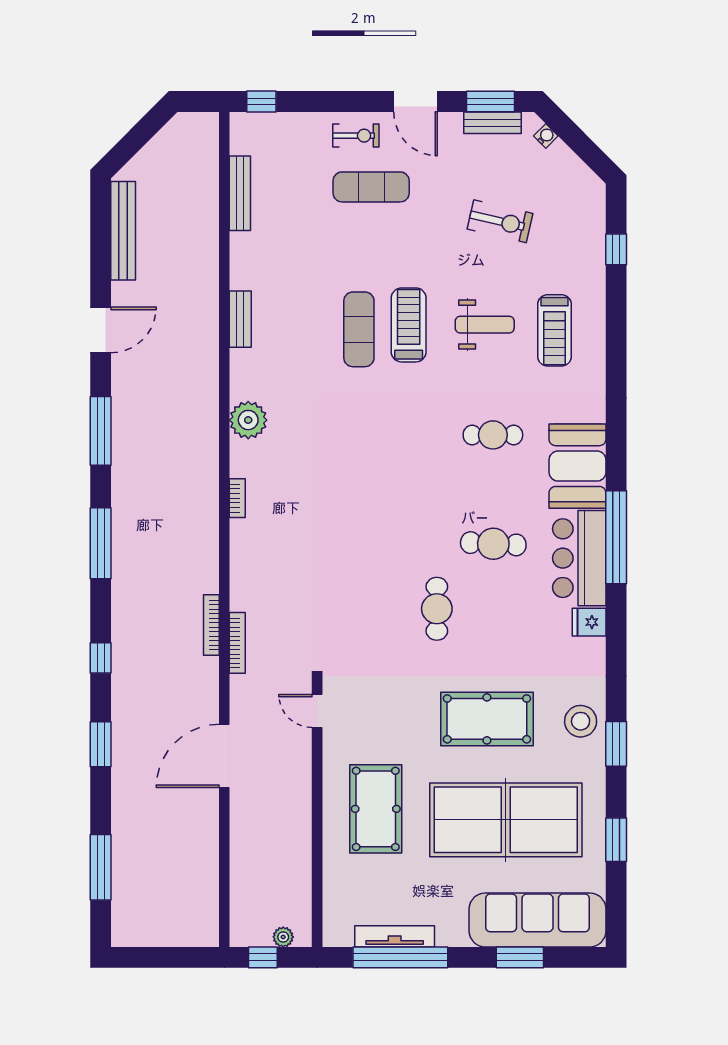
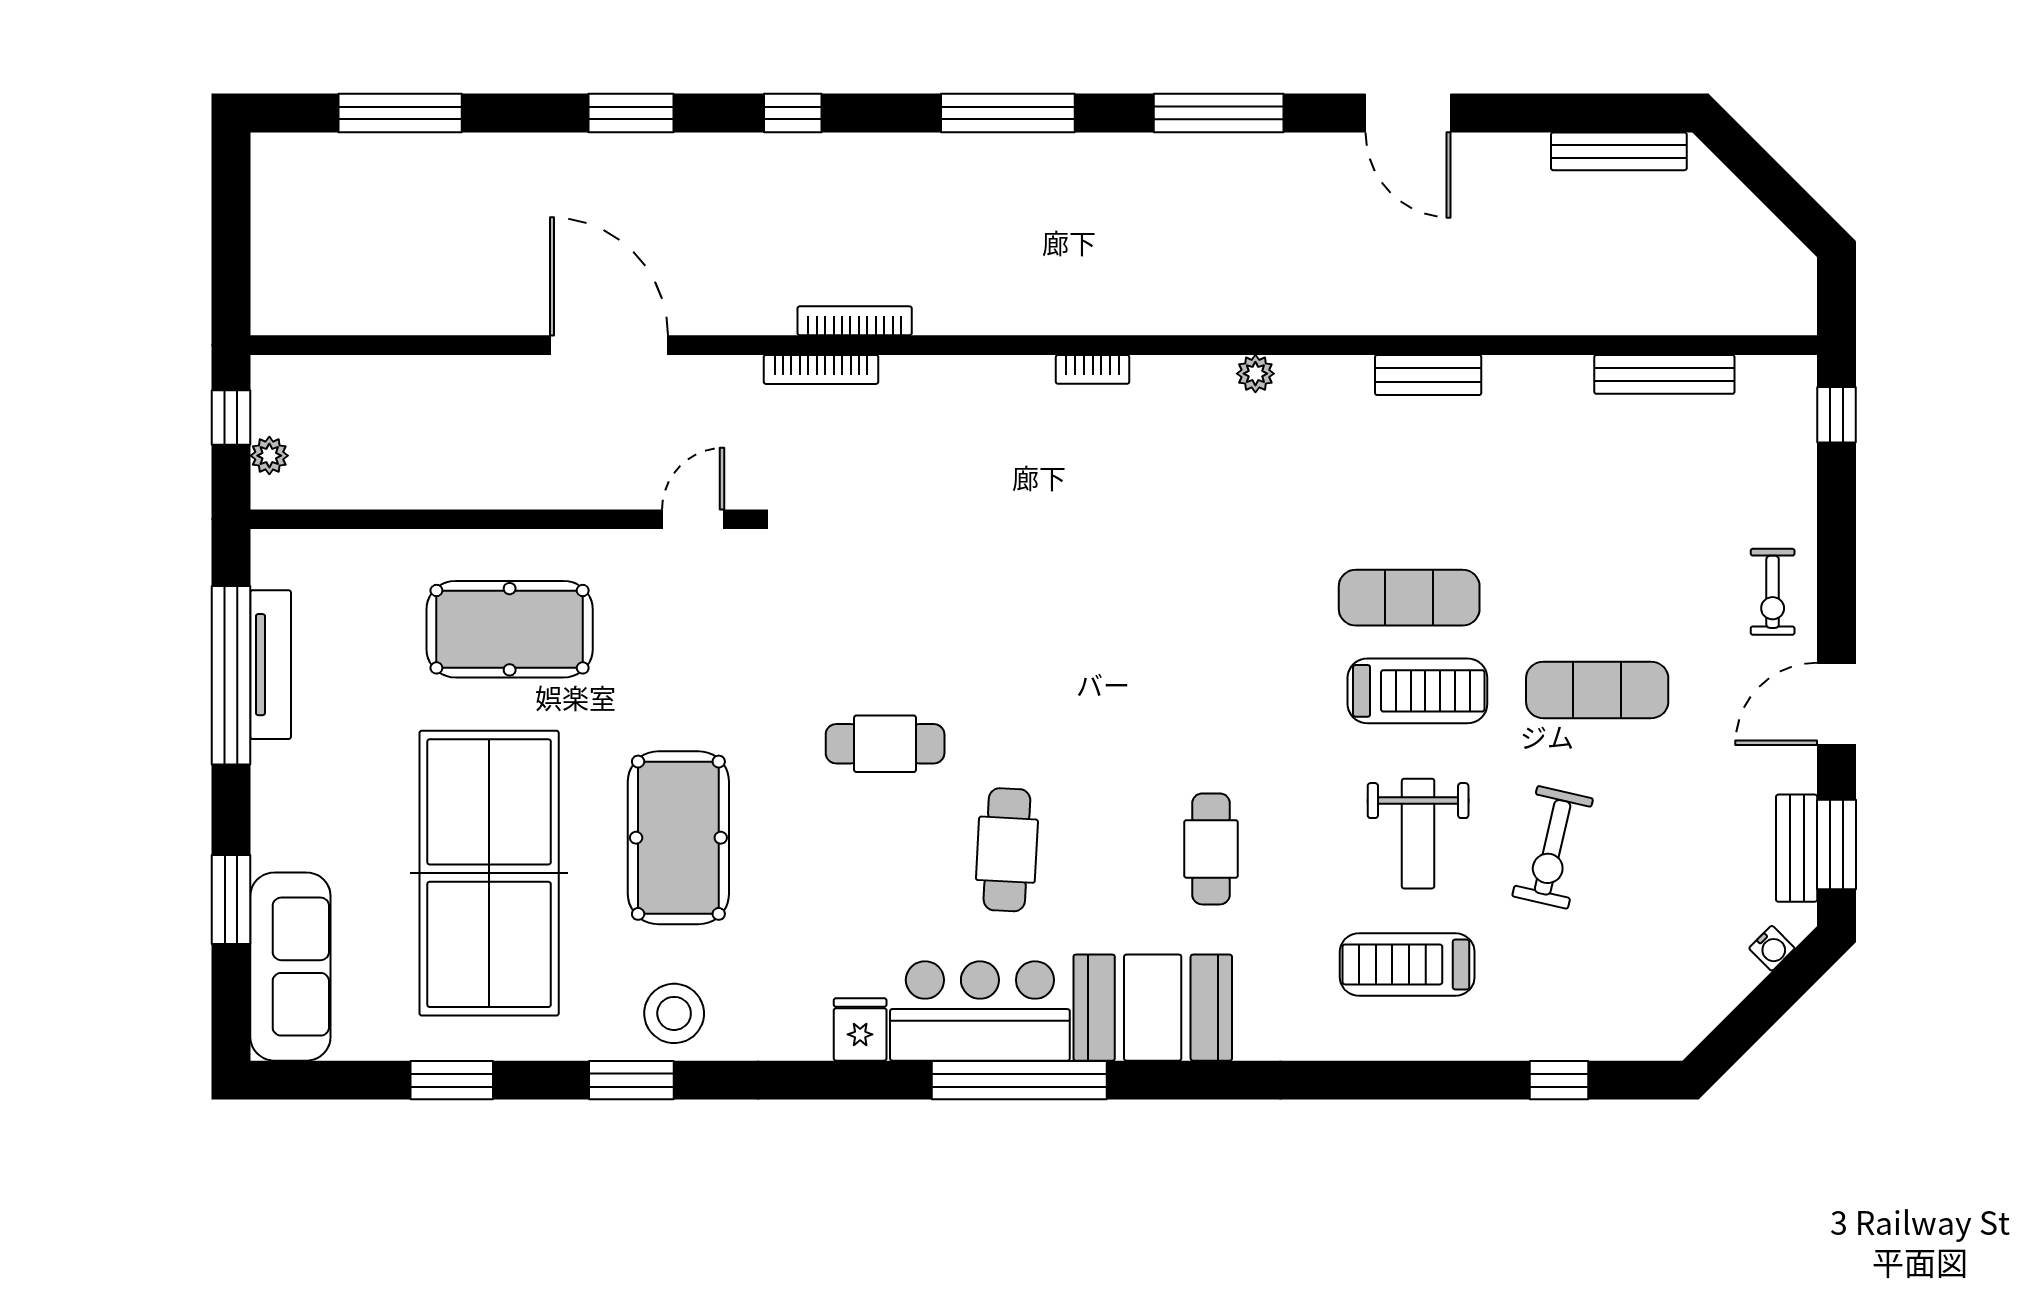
exercise mat: (371, 187) -> (1597, 690), moved, turned 90
exercise bike: (500, 221) -> (1553, 847), moved
bench: (123, 231) -> (1619, 151), width x0.73, depth x0.82
plant: (248, 420) -> (1255, 374), width x0.53, depth x0.53
sofa: (538, 920) -> (290, 967), width x0.74, depth x0.79

